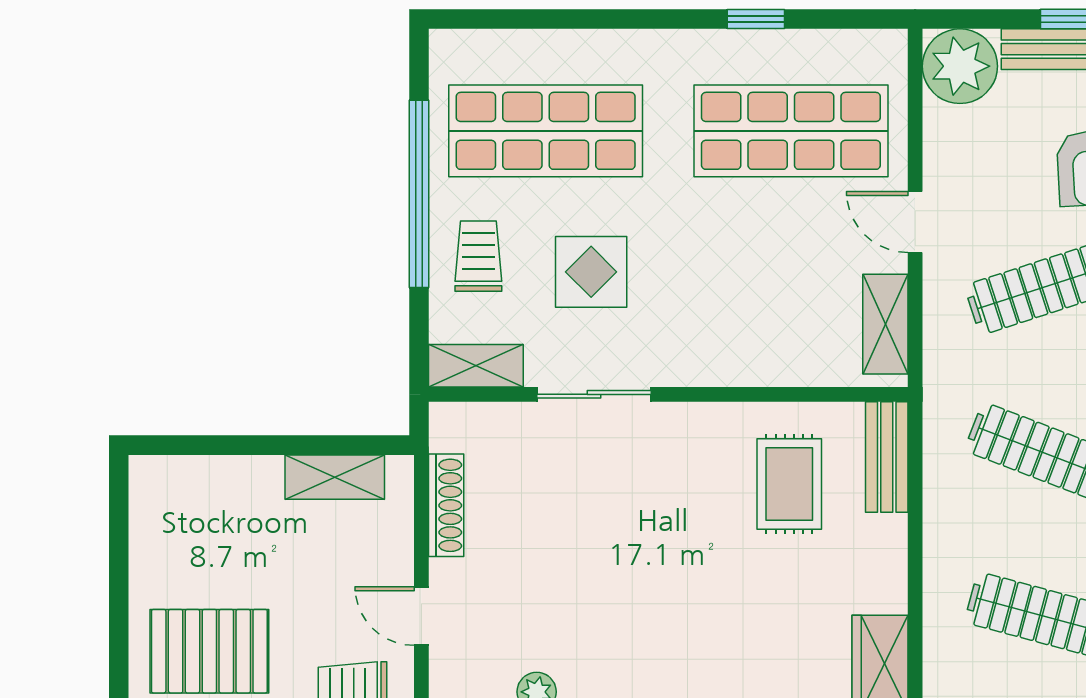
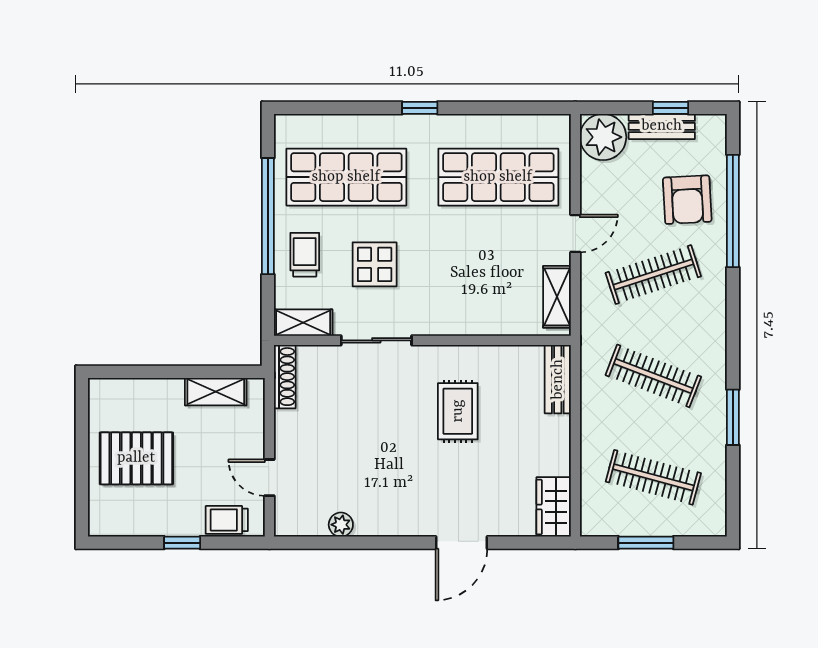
window: (756, 19) -> (420, 108), moved
door: (915, 222) -> (575, 233), swing flipped
rug: (789, 484) -> (458, 411), moved
shoe rack: (446, 505) -> (285, 377), moved
pallet: (209, 651) -> (136, 458), moved

